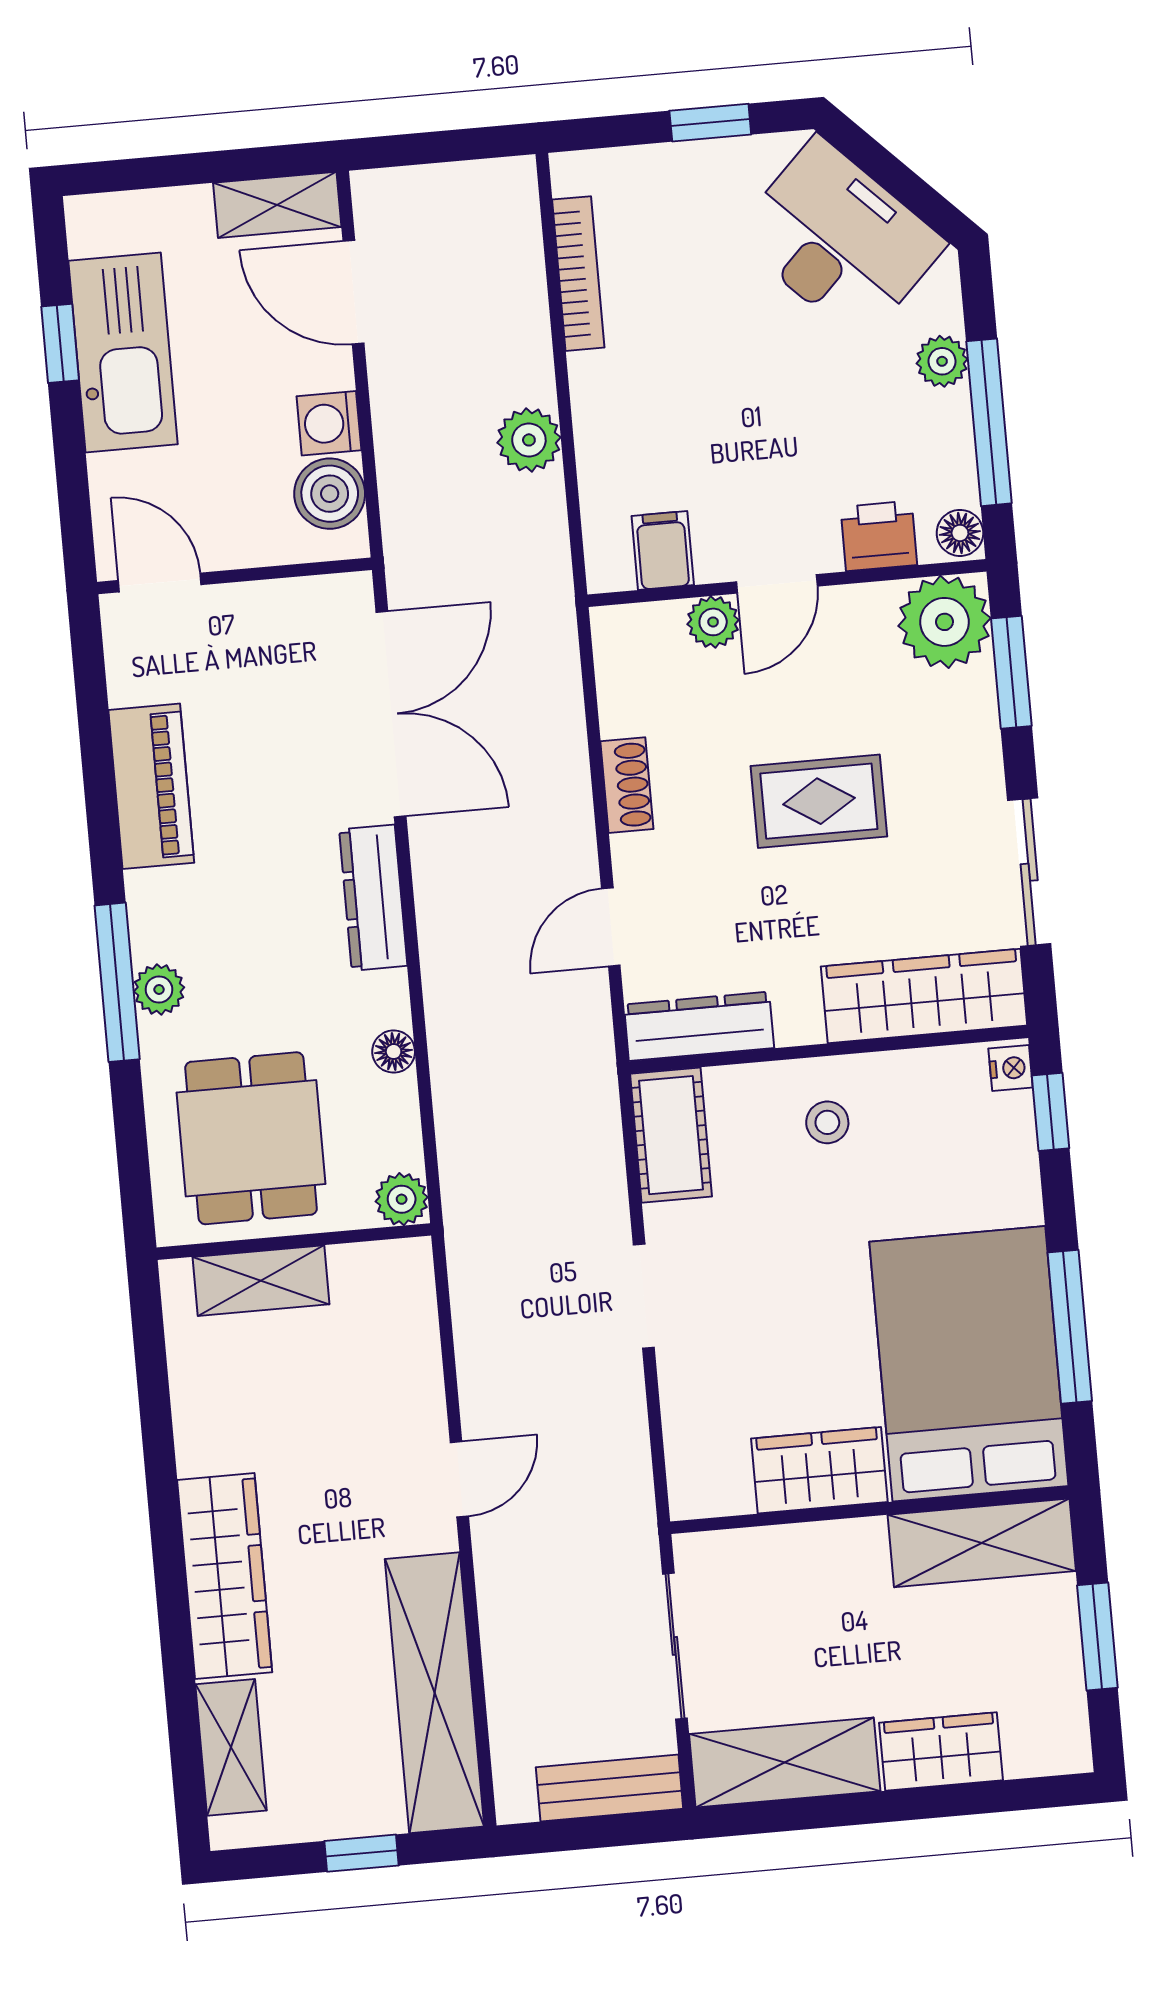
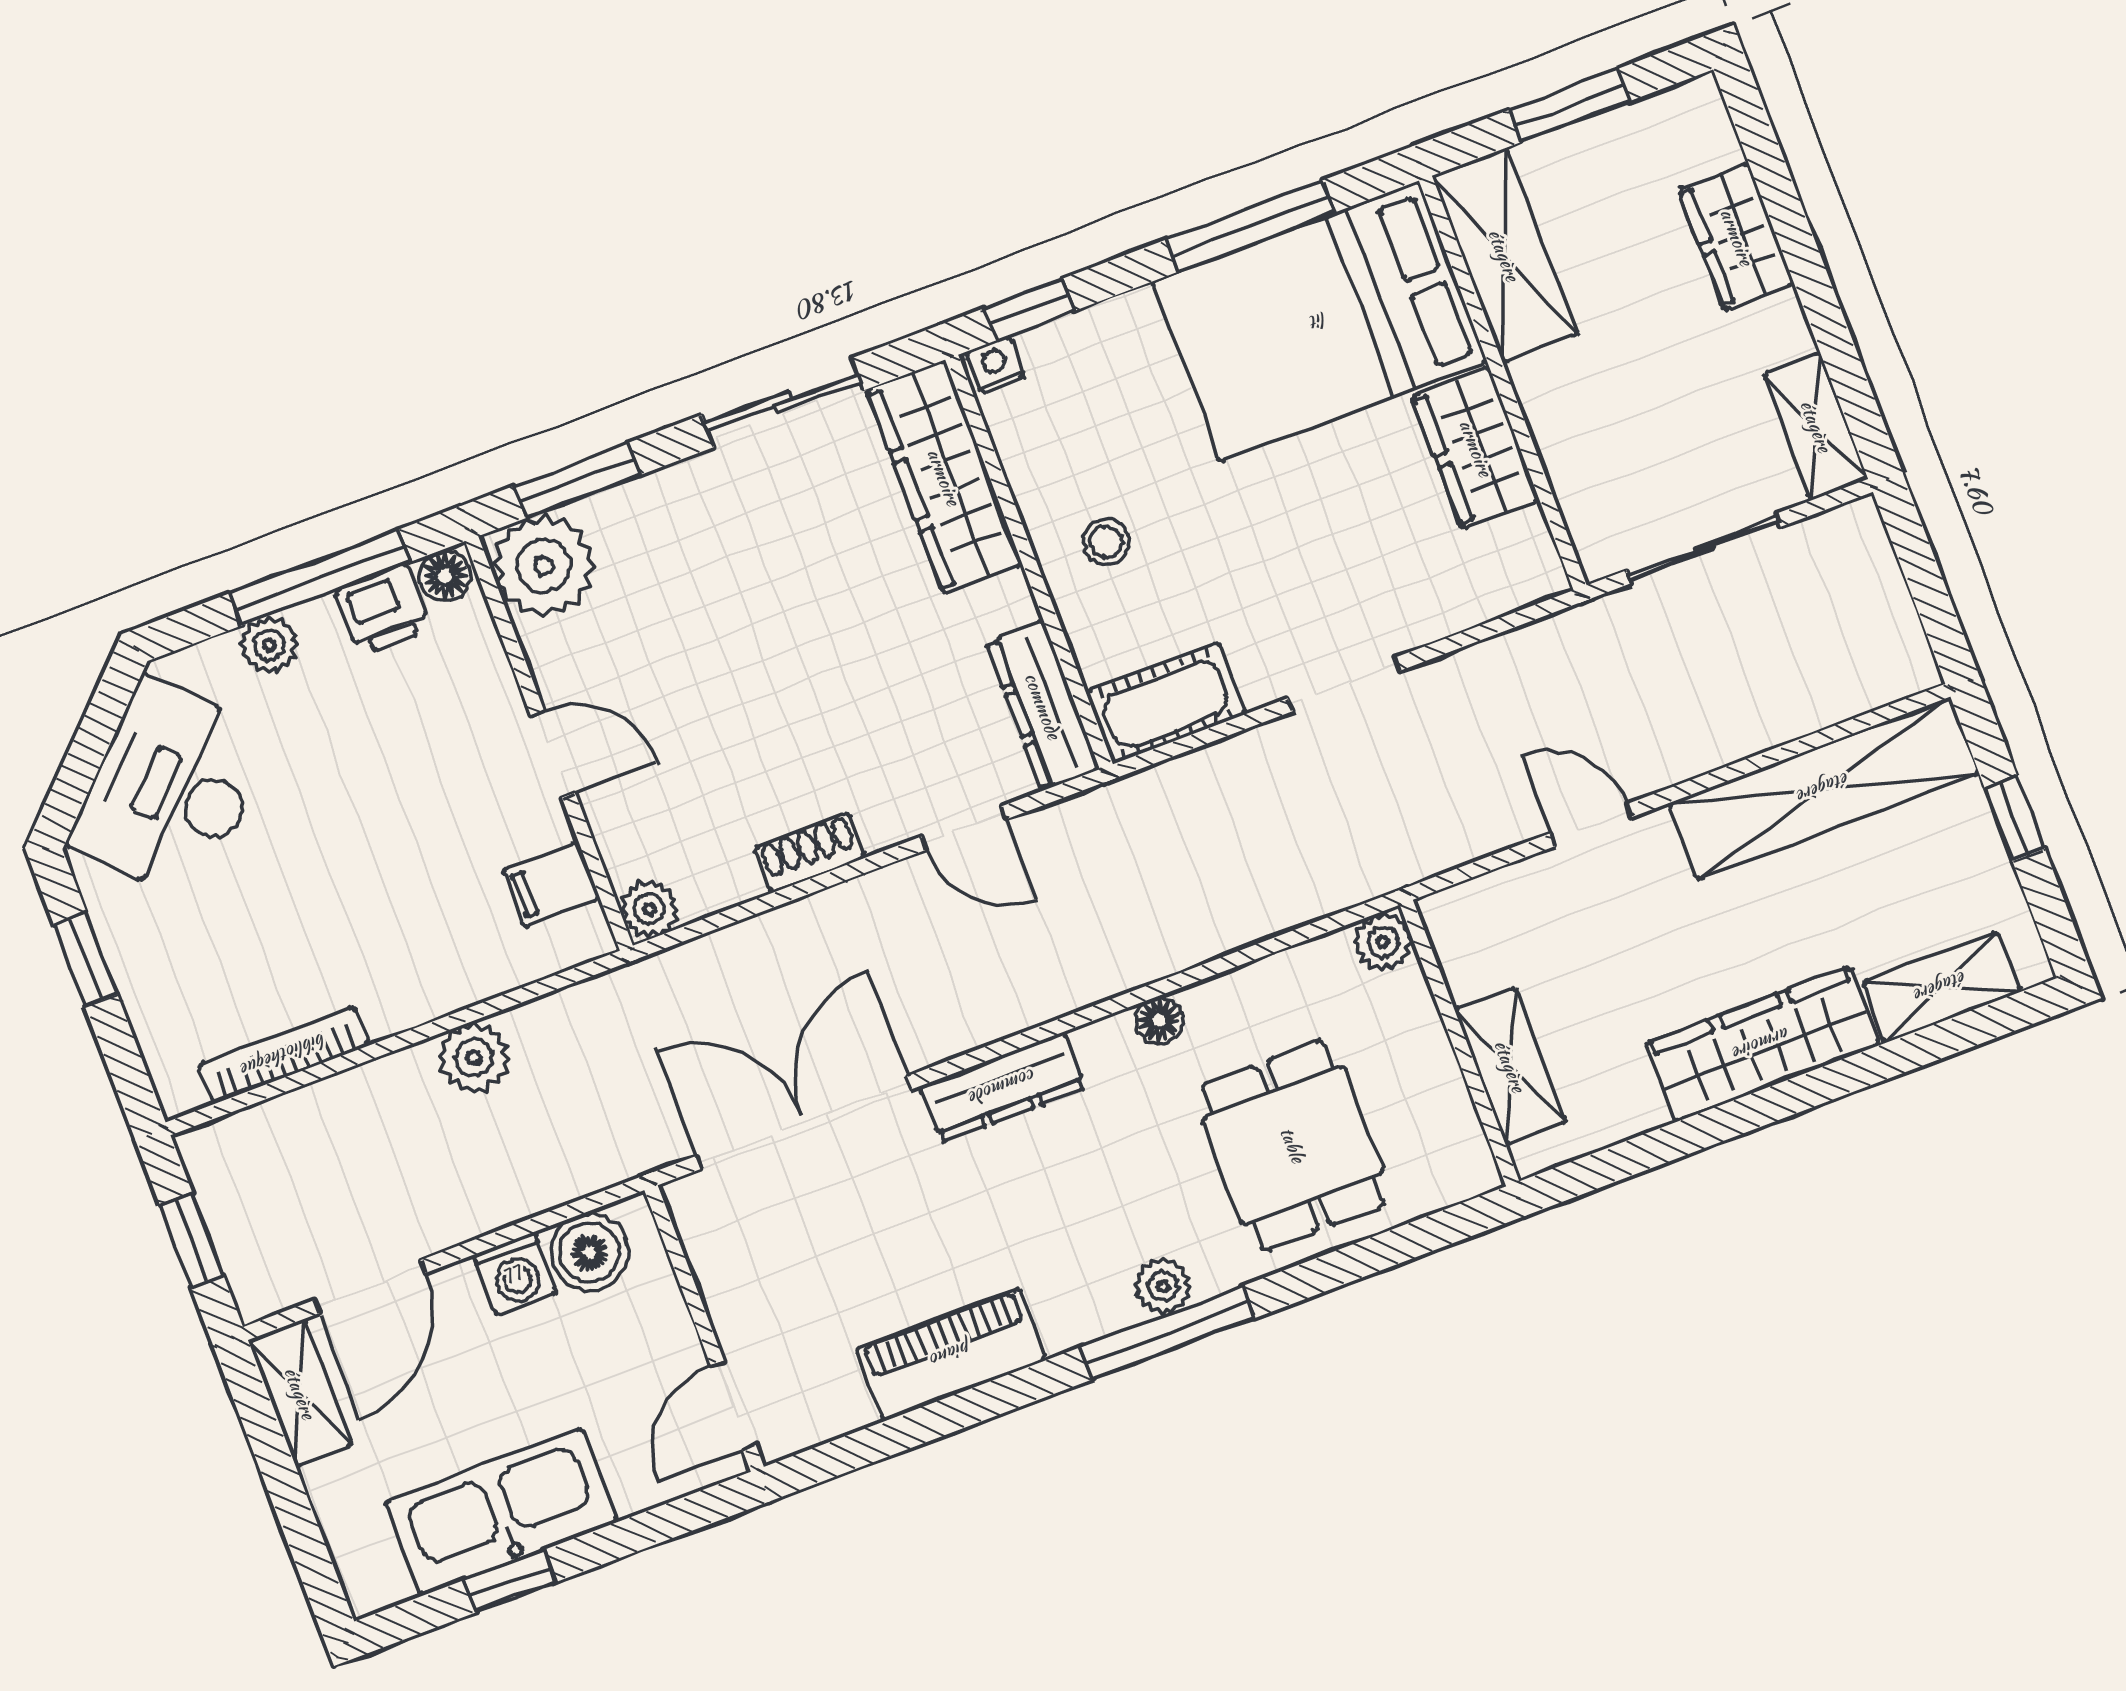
window: (438, 147) -> (192, 1240), added
printer: (879, 536) -> (383, 610), moved, turned -90
plant: (713, 622) -> (649, 909), moved
rug: (819, 801) -> (770, 645), removed
dining table: (251, 1138) -> (1293, 1145), turned 90
plant: (402, 1199) -> (1383, 942), moved
wall: (294, 1242) -> (1460, 1043), moved
shelving: (261, 1281) -> (1510, 1066), moved
shelving: (785, 1763) -> (1816, 426), width x0.67, depth x0.75
bench: (610, 1788) -> (1873, 576), removed

